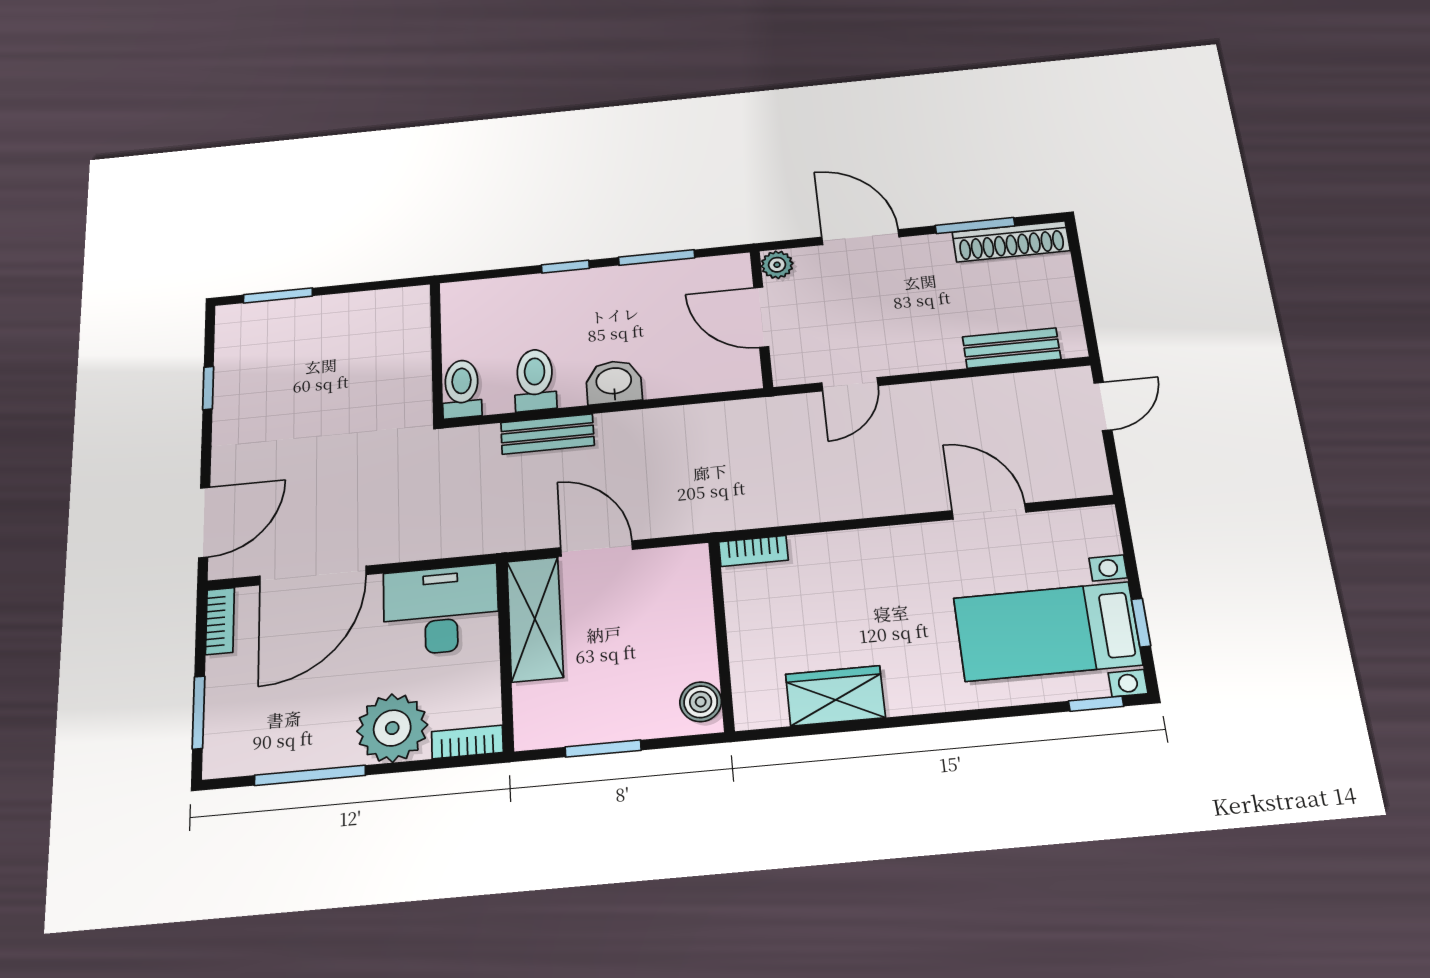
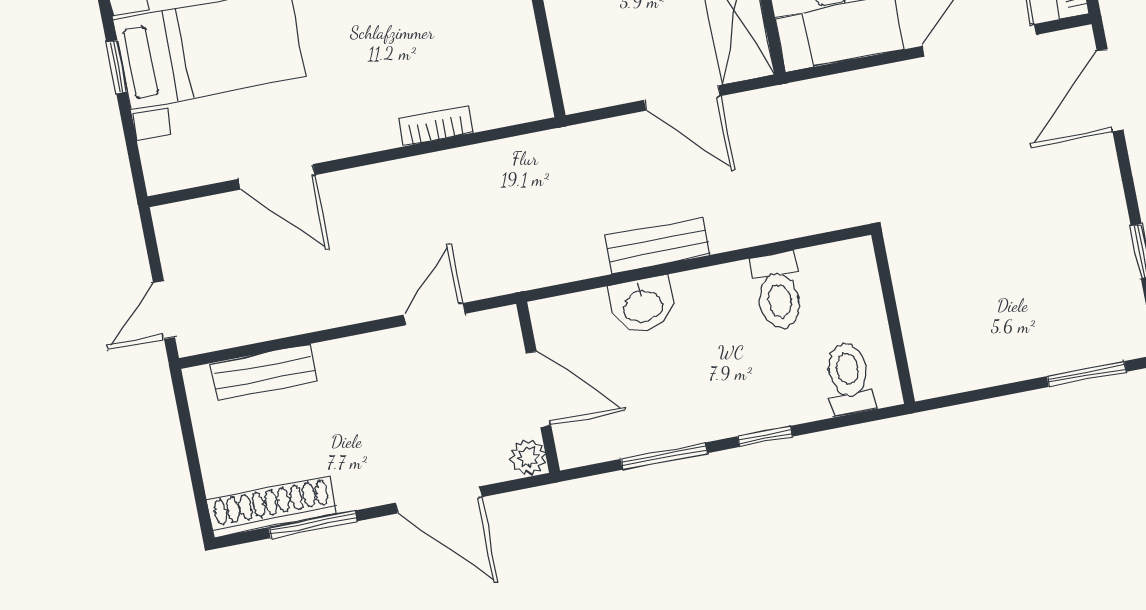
washbasin: (614, 382) -> (642, 305), moved
toilet: (462, 389) -> (849, 379), moved, turned 180
bench: (547, 434) -> (657, 246), moved
bookcase: (753, 551) -> (436, 126), moved

